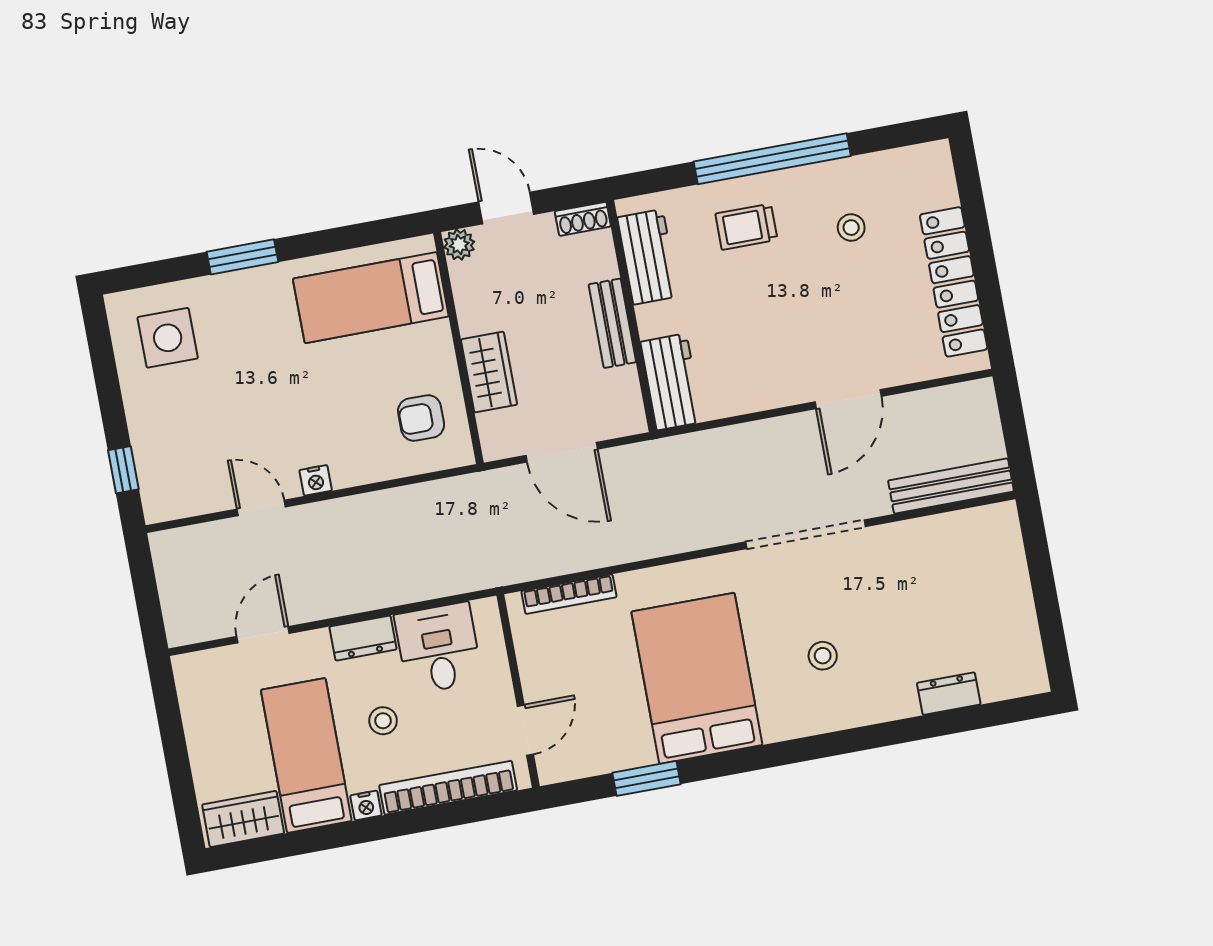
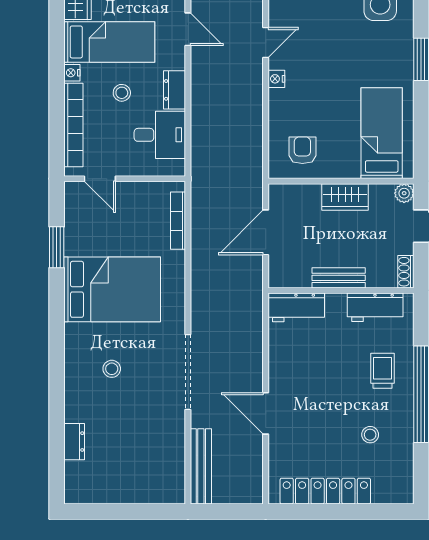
wardrobe: (489, 372) -> (345, 197), moved

